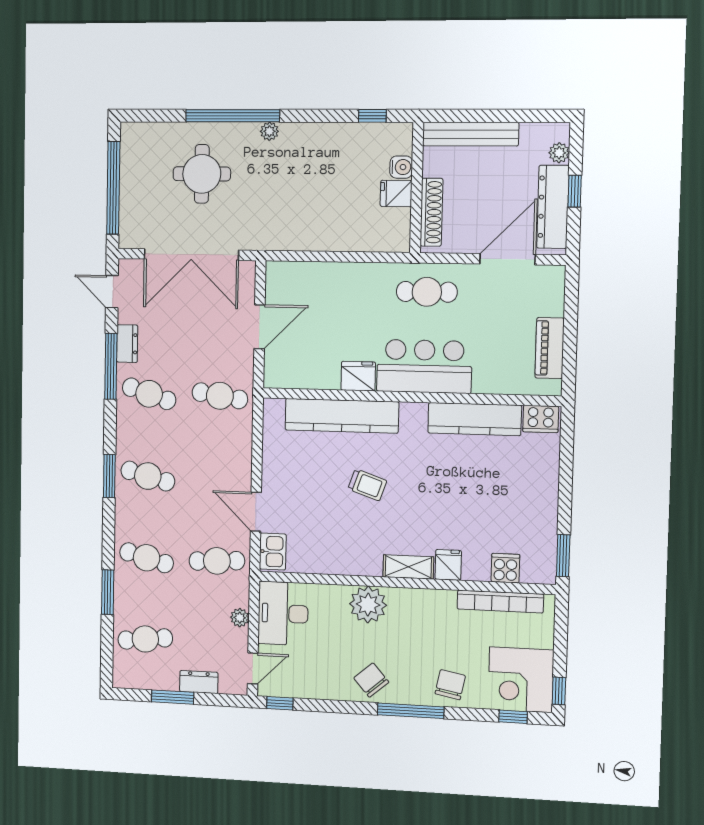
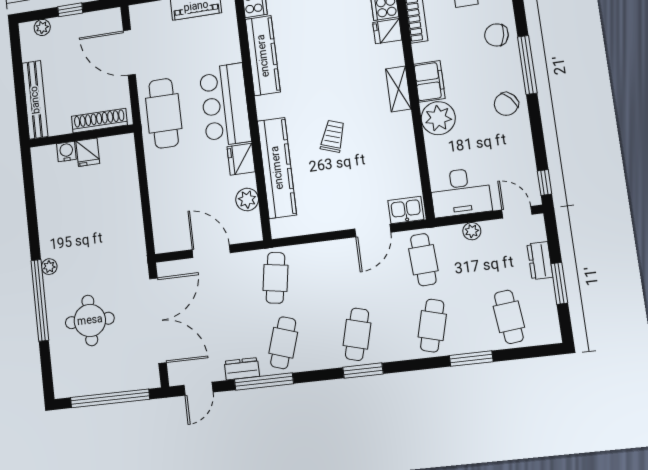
window: (372, 116) -> (29, 182), removed
dresser: (553, 207) -> (84, 24), removed
cafe table: (427, 292) -> (164, 113), width x1.37, depth x1.35
plant: (311, 376) -> (247, 200), added
fridge: (448, 565) -> (387, 31), moved
filing cabinet: (411, 603) -> (429, 81), added

